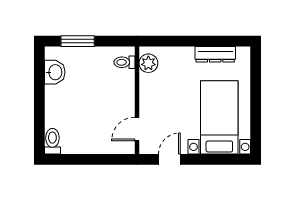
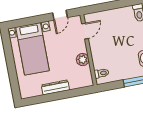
dresser: (215, 54) -> (55, 87), moved
plant: (148, 63) -> (83, 60), moved

